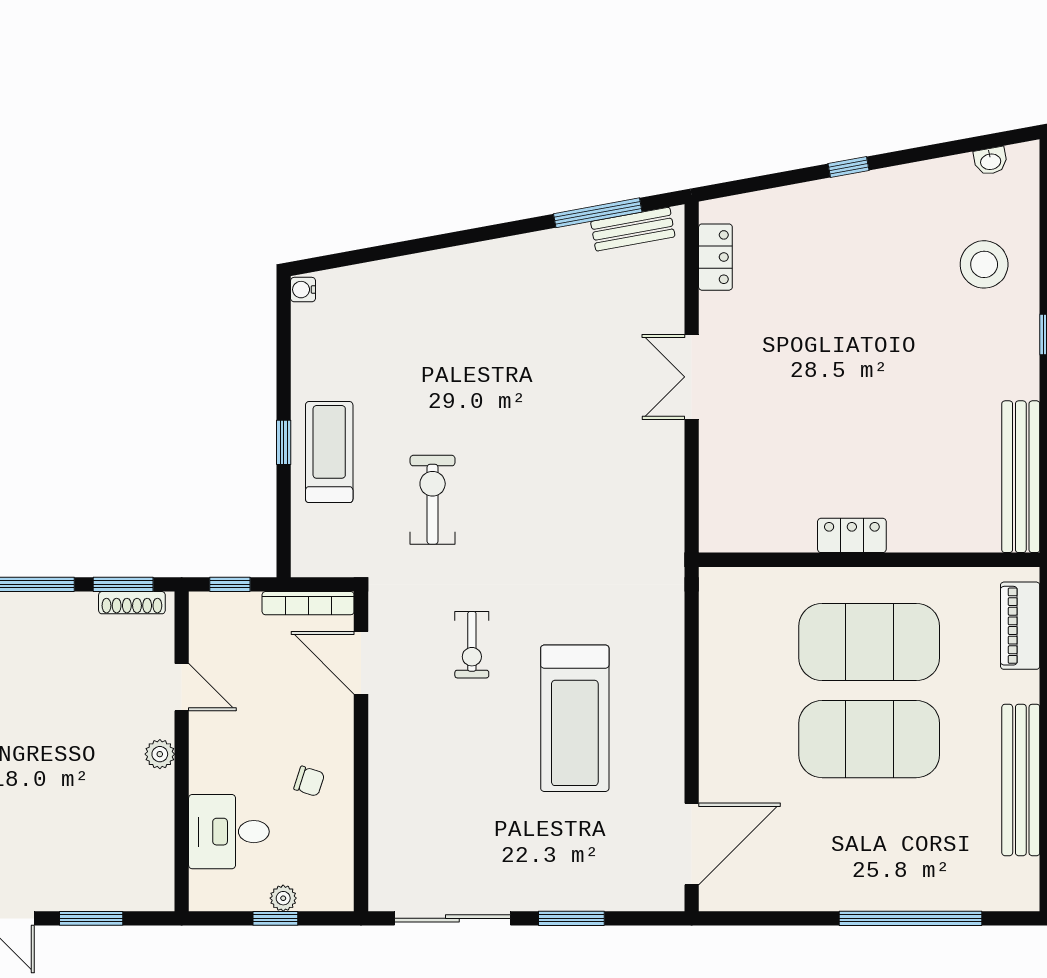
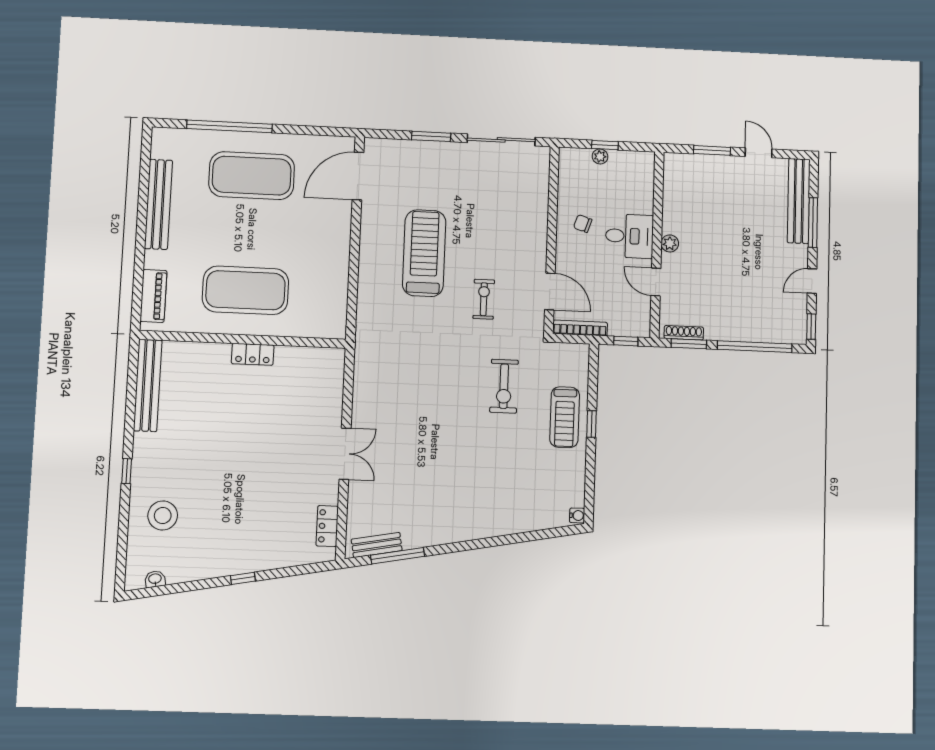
exercise mat: (869, 739) -> (252, 176), moved
desk: (229, 832) -> (629, 236), moved

